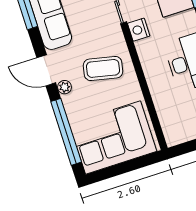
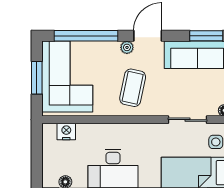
nightstand: (139, 30) -> (66, 131), moved
window: (124, 168) -> (37, 78), added

